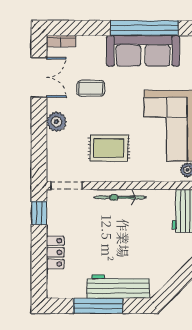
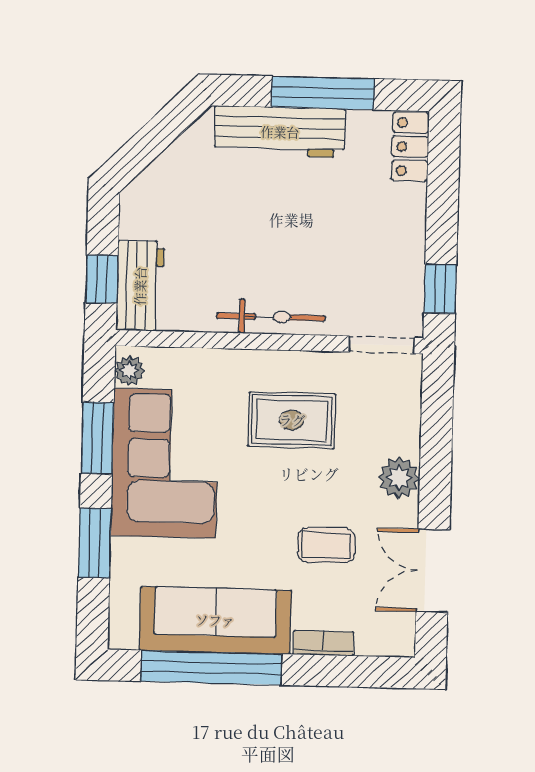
bookcase: (61, 41) -> (323, 643), moved
locker: (55, 252) -> (410, 147), moved

